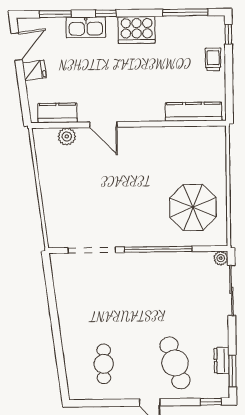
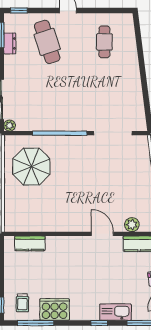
cooker: (137, 30) -> (55, 309), moved
trolley: (213, 59) -> (22, 303), moved
kitchen counter: (193, 112) -> (30, 243), width x0.67

